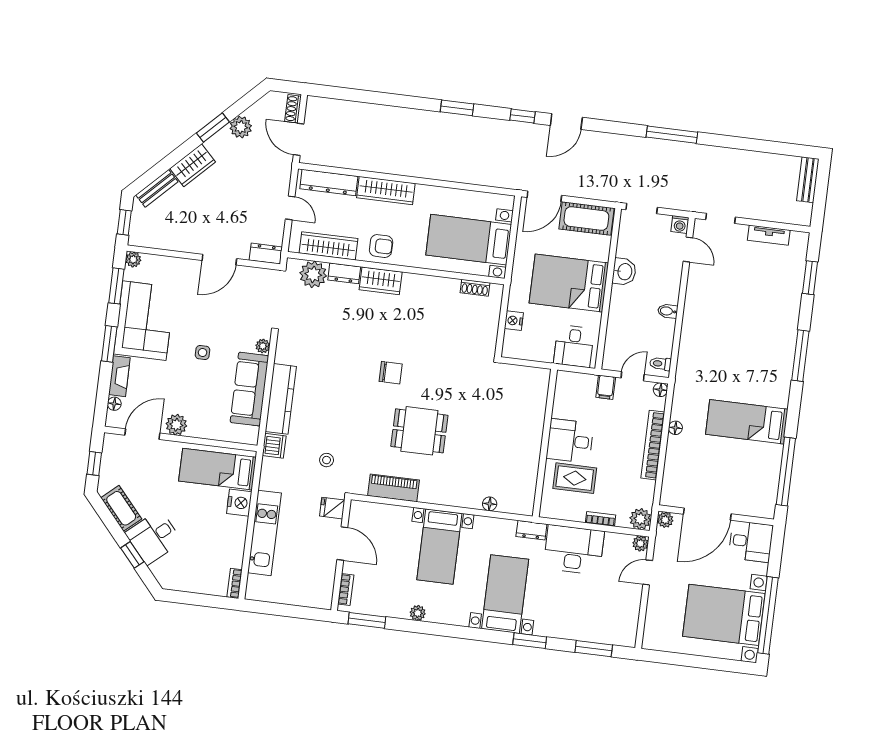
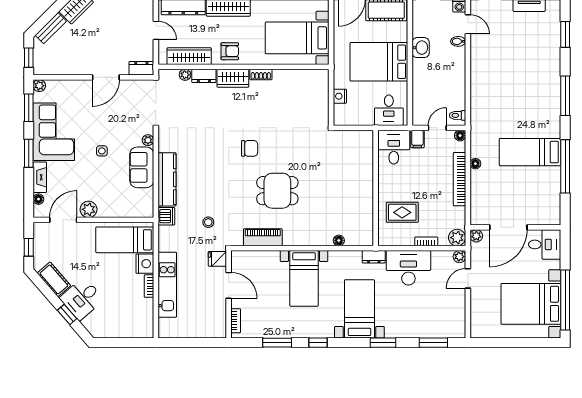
plant: (313, 274) -> (185, 75), width x0.53, depth x0.53
shoe rack: (475, 288) -> (261, 74), moved
bidet: (668, 311) -> (458, 41), moved
sofa: (249, 389) -> (142, 167), width x0.73
desk: (570, 441) -> (394, 147), moved, turned 90
window: (786, 471) -> (565, 166), moved
bookcase: (235, 583) -> (149, 286), moved
plant: (418, 613) -> (294, 332), removed
window: (367, 620) -> (277, 343), moved
window: (447, 630) -> (318, 343), added

